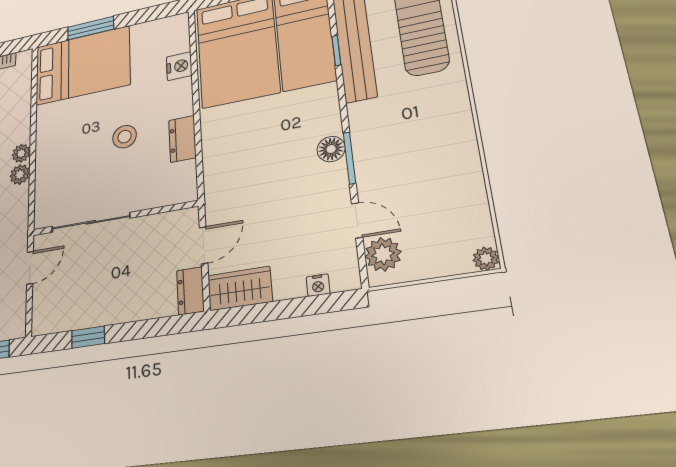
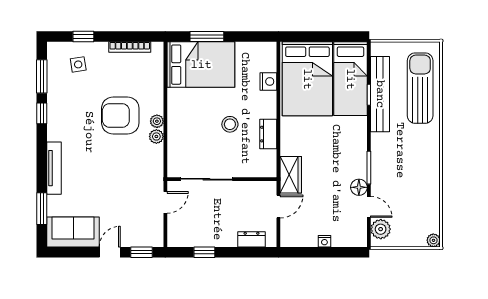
floor lamp: (331, 149) -> (359, 187), moved
nightstand: (318, 285) -> (324, 241), moved
wardrobe: (240, 288) -> (291, 175), moved, turned 90
dresser: (190, 291) -> (252, 239), moved, turned 90

